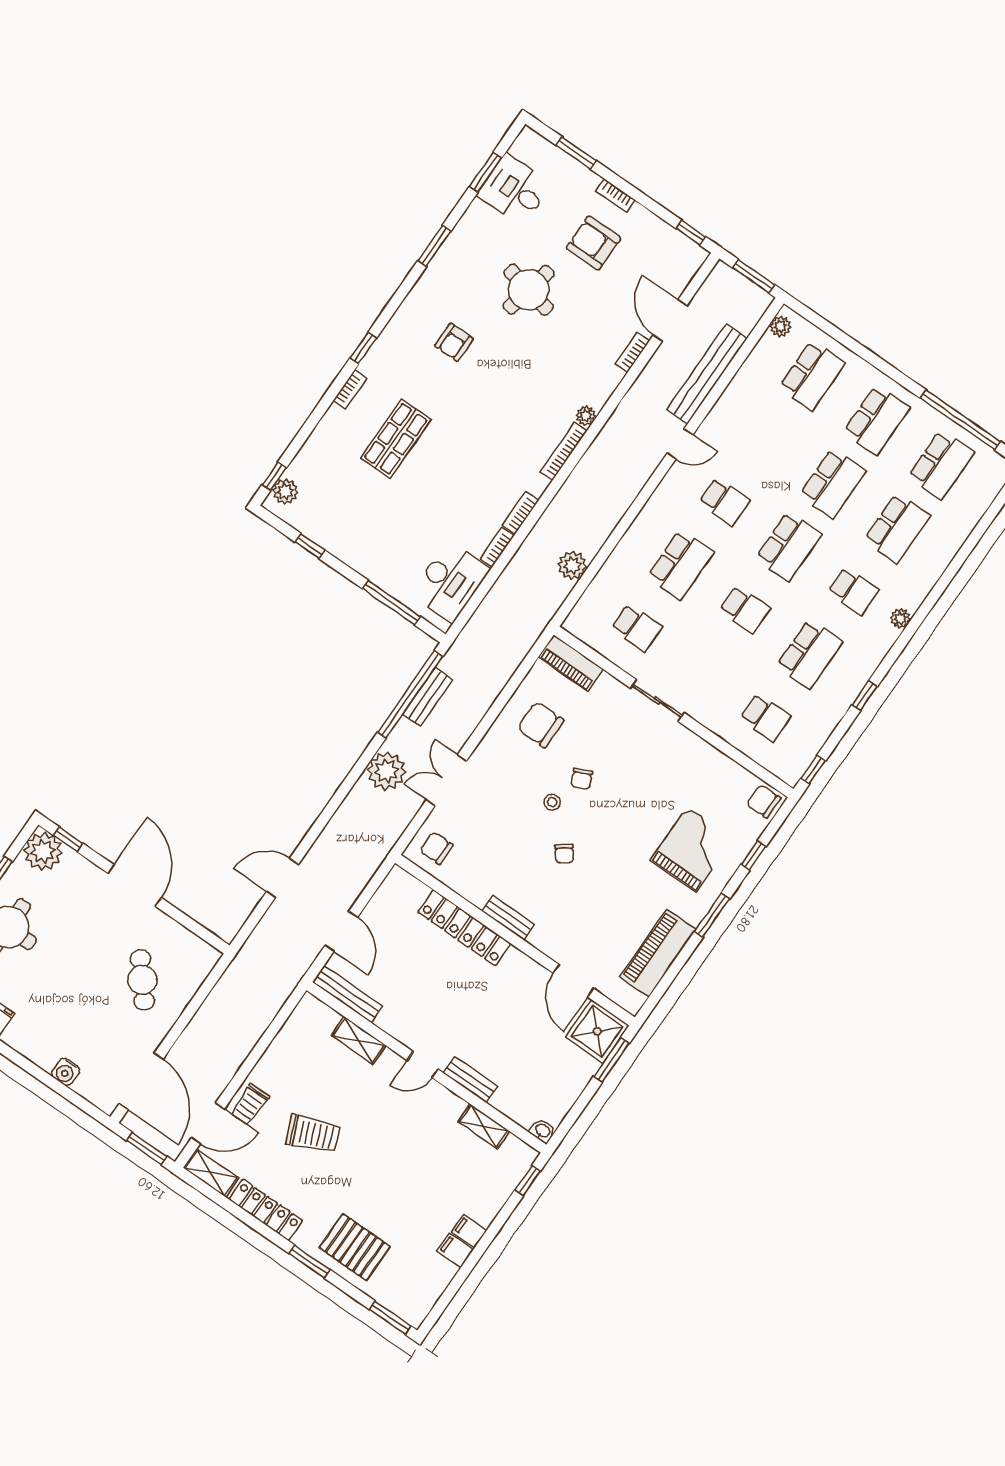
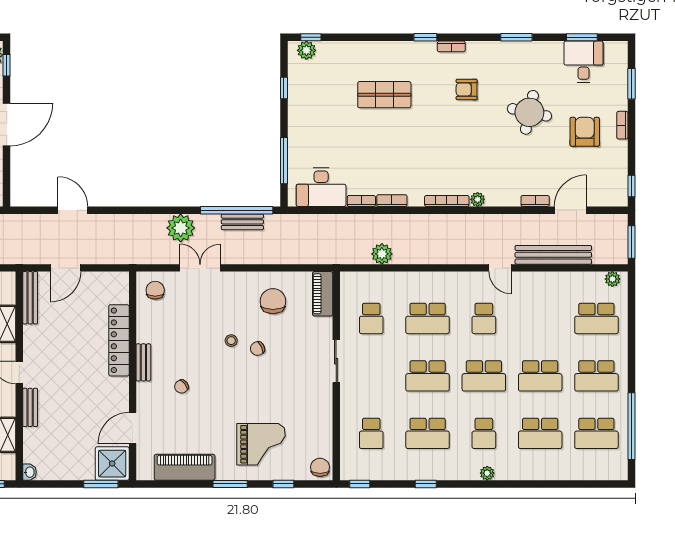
bookcase: (350, 389) -> (451, 46), moved
school desk: (745, 609) -> (428, 376), width x1.85
chair: (564, 854) -> (181, 387), moved

